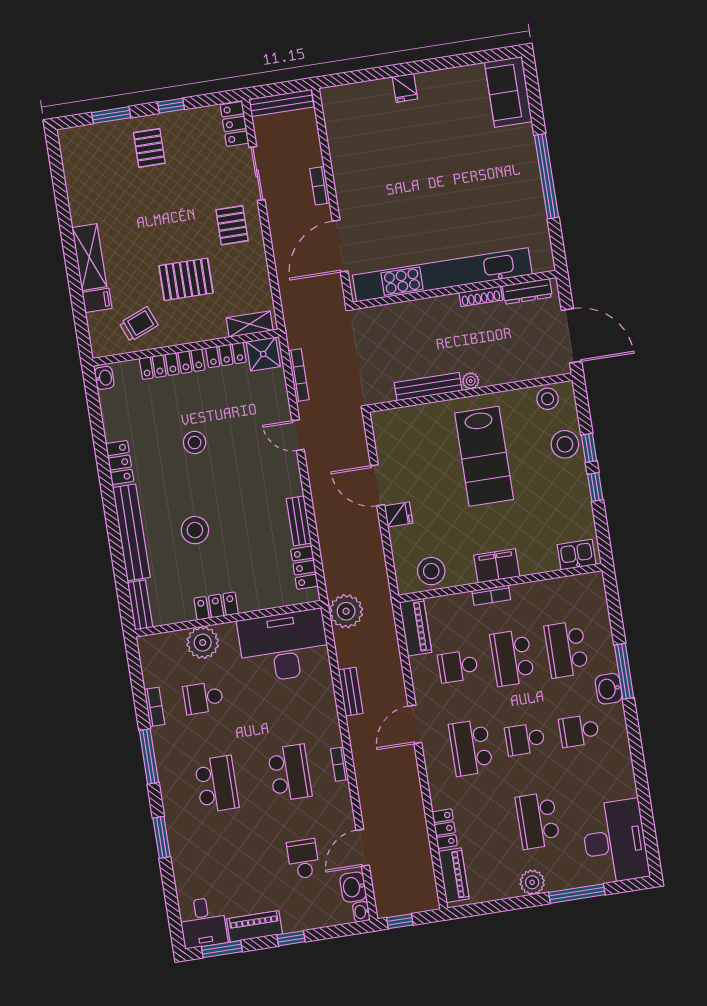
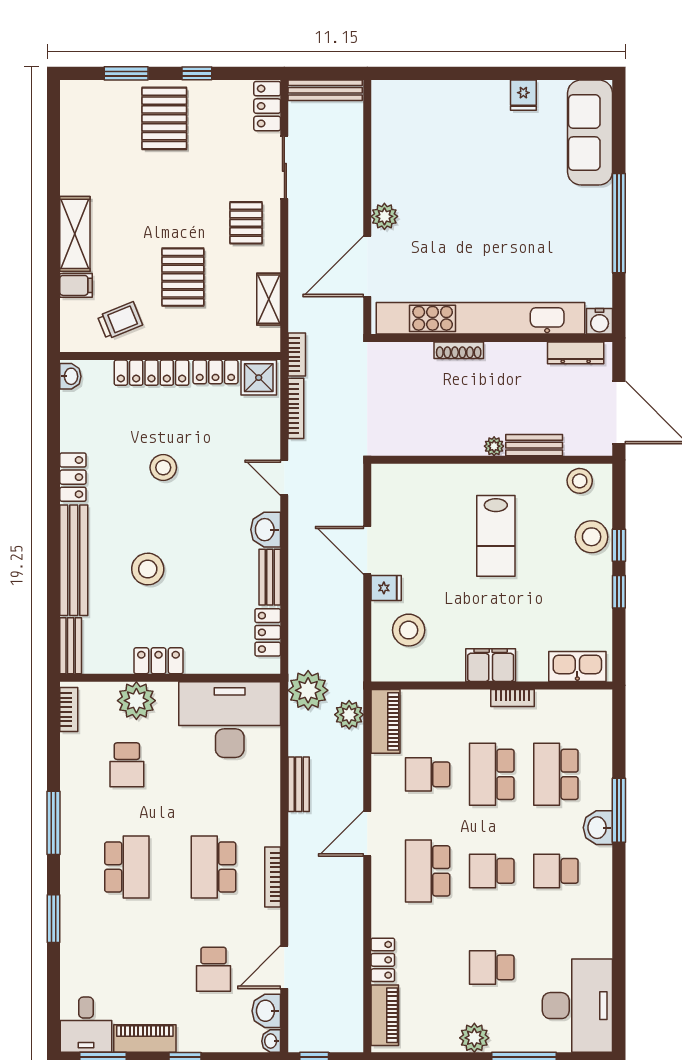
fridge: (405, 88) -> (523, 95), moved
sofa: (508, 92) -> (590, 133), width x1.36
pallet: (149, 148) -> (164, 118), width x1.50, depth x1.42
bookcase: (320, 186) -> (297, 354), moved, turned 180
plant: (348, 202) -> (384, 216), added
water cooler: (543, 262) -> (600, 321), added
pallet: (186, 279) -> (183, 277), turned 90
shoe rack: (481, 296) -> (459, 350), moved
shelving: (250, 324) -> (269, 299), moved, turned 90
bench: (428, 387) -> (534, 445), moved, width x0.73
lab bench: (484, 456) -> (496, 536), width x0.73, depth x0.72
washbasin: (289, 481) -> (266, 530), added
kitchen sink: (577, 555) -> (577, 667), width x1.38
stool: (431, 571) -> (409, 630), moved
bookcase: (491, 595) -> (513, 698), moved
plant: (384, 626) -> (349, 715), added
school desk: (203, 698) -> (127, 765), turned -90
bookcase: (154, 707) -> (69, 709), moved
bookcase: (340, 764) -> (273, 877), width x1.56
school desk: (290, 773) -> (214, 867), turned 180
school desk: (538, 821) -> (492, 967), width x0.54
school desk: (303, 859) -> (214, 969), turned 180

